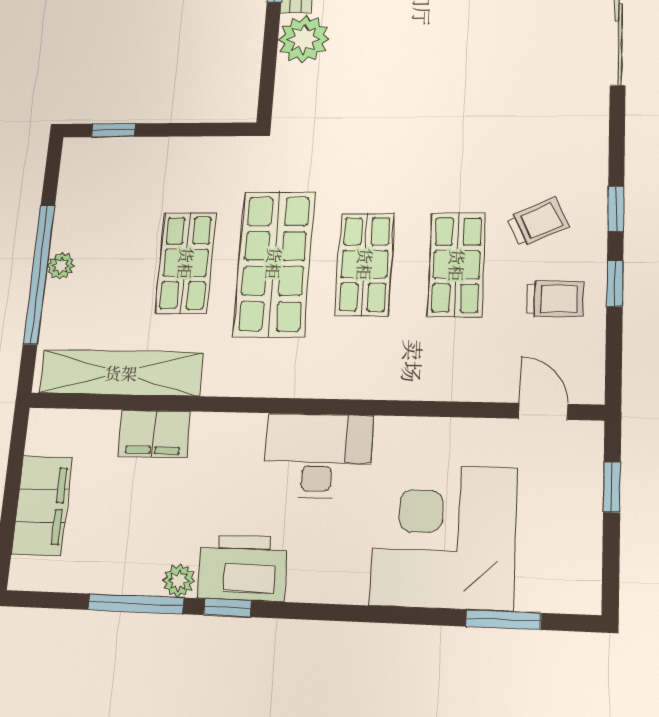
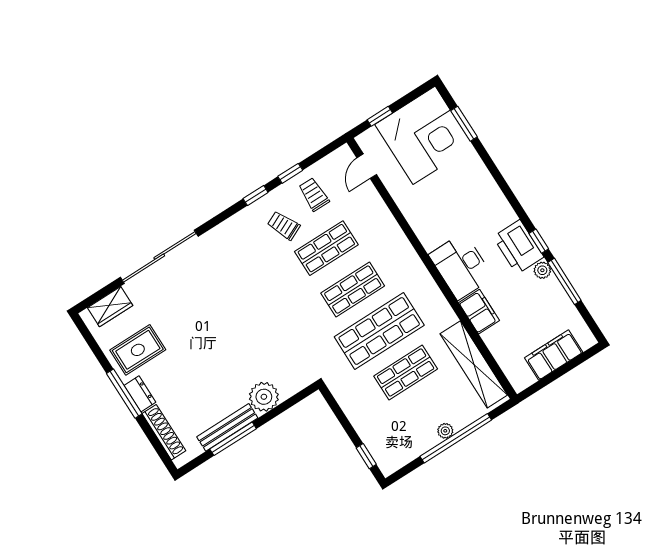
filing cabinet: (154, 434) -> (479, 312), moved
desk: (318, 456) -> (461, 266), moved
corner desk: (444, 536) -> (424, 135), moved, turned -90

